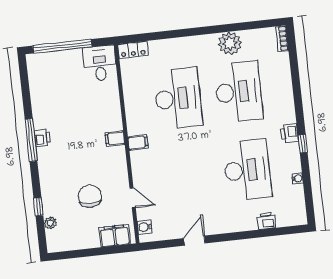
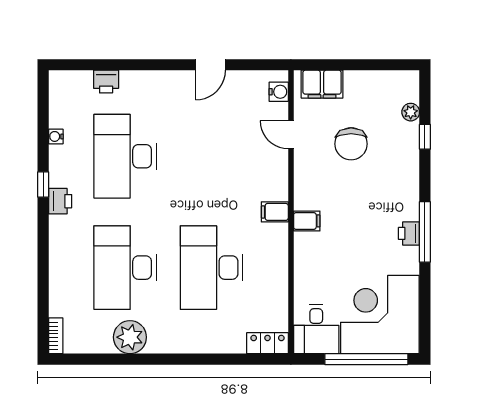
corner desk: (56, 79) -> (380, 314), added

